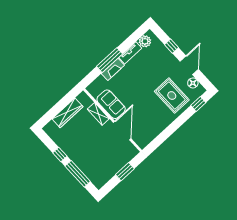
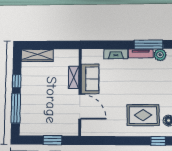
window: (110, 60) -> (149, 45), moved
rug: (172, 96) -> (143, 115), turned 90
wardrobe: (68, 113) -> (37, 55), moved
door: (122, 131) -> (80, 107), hinge flipped

